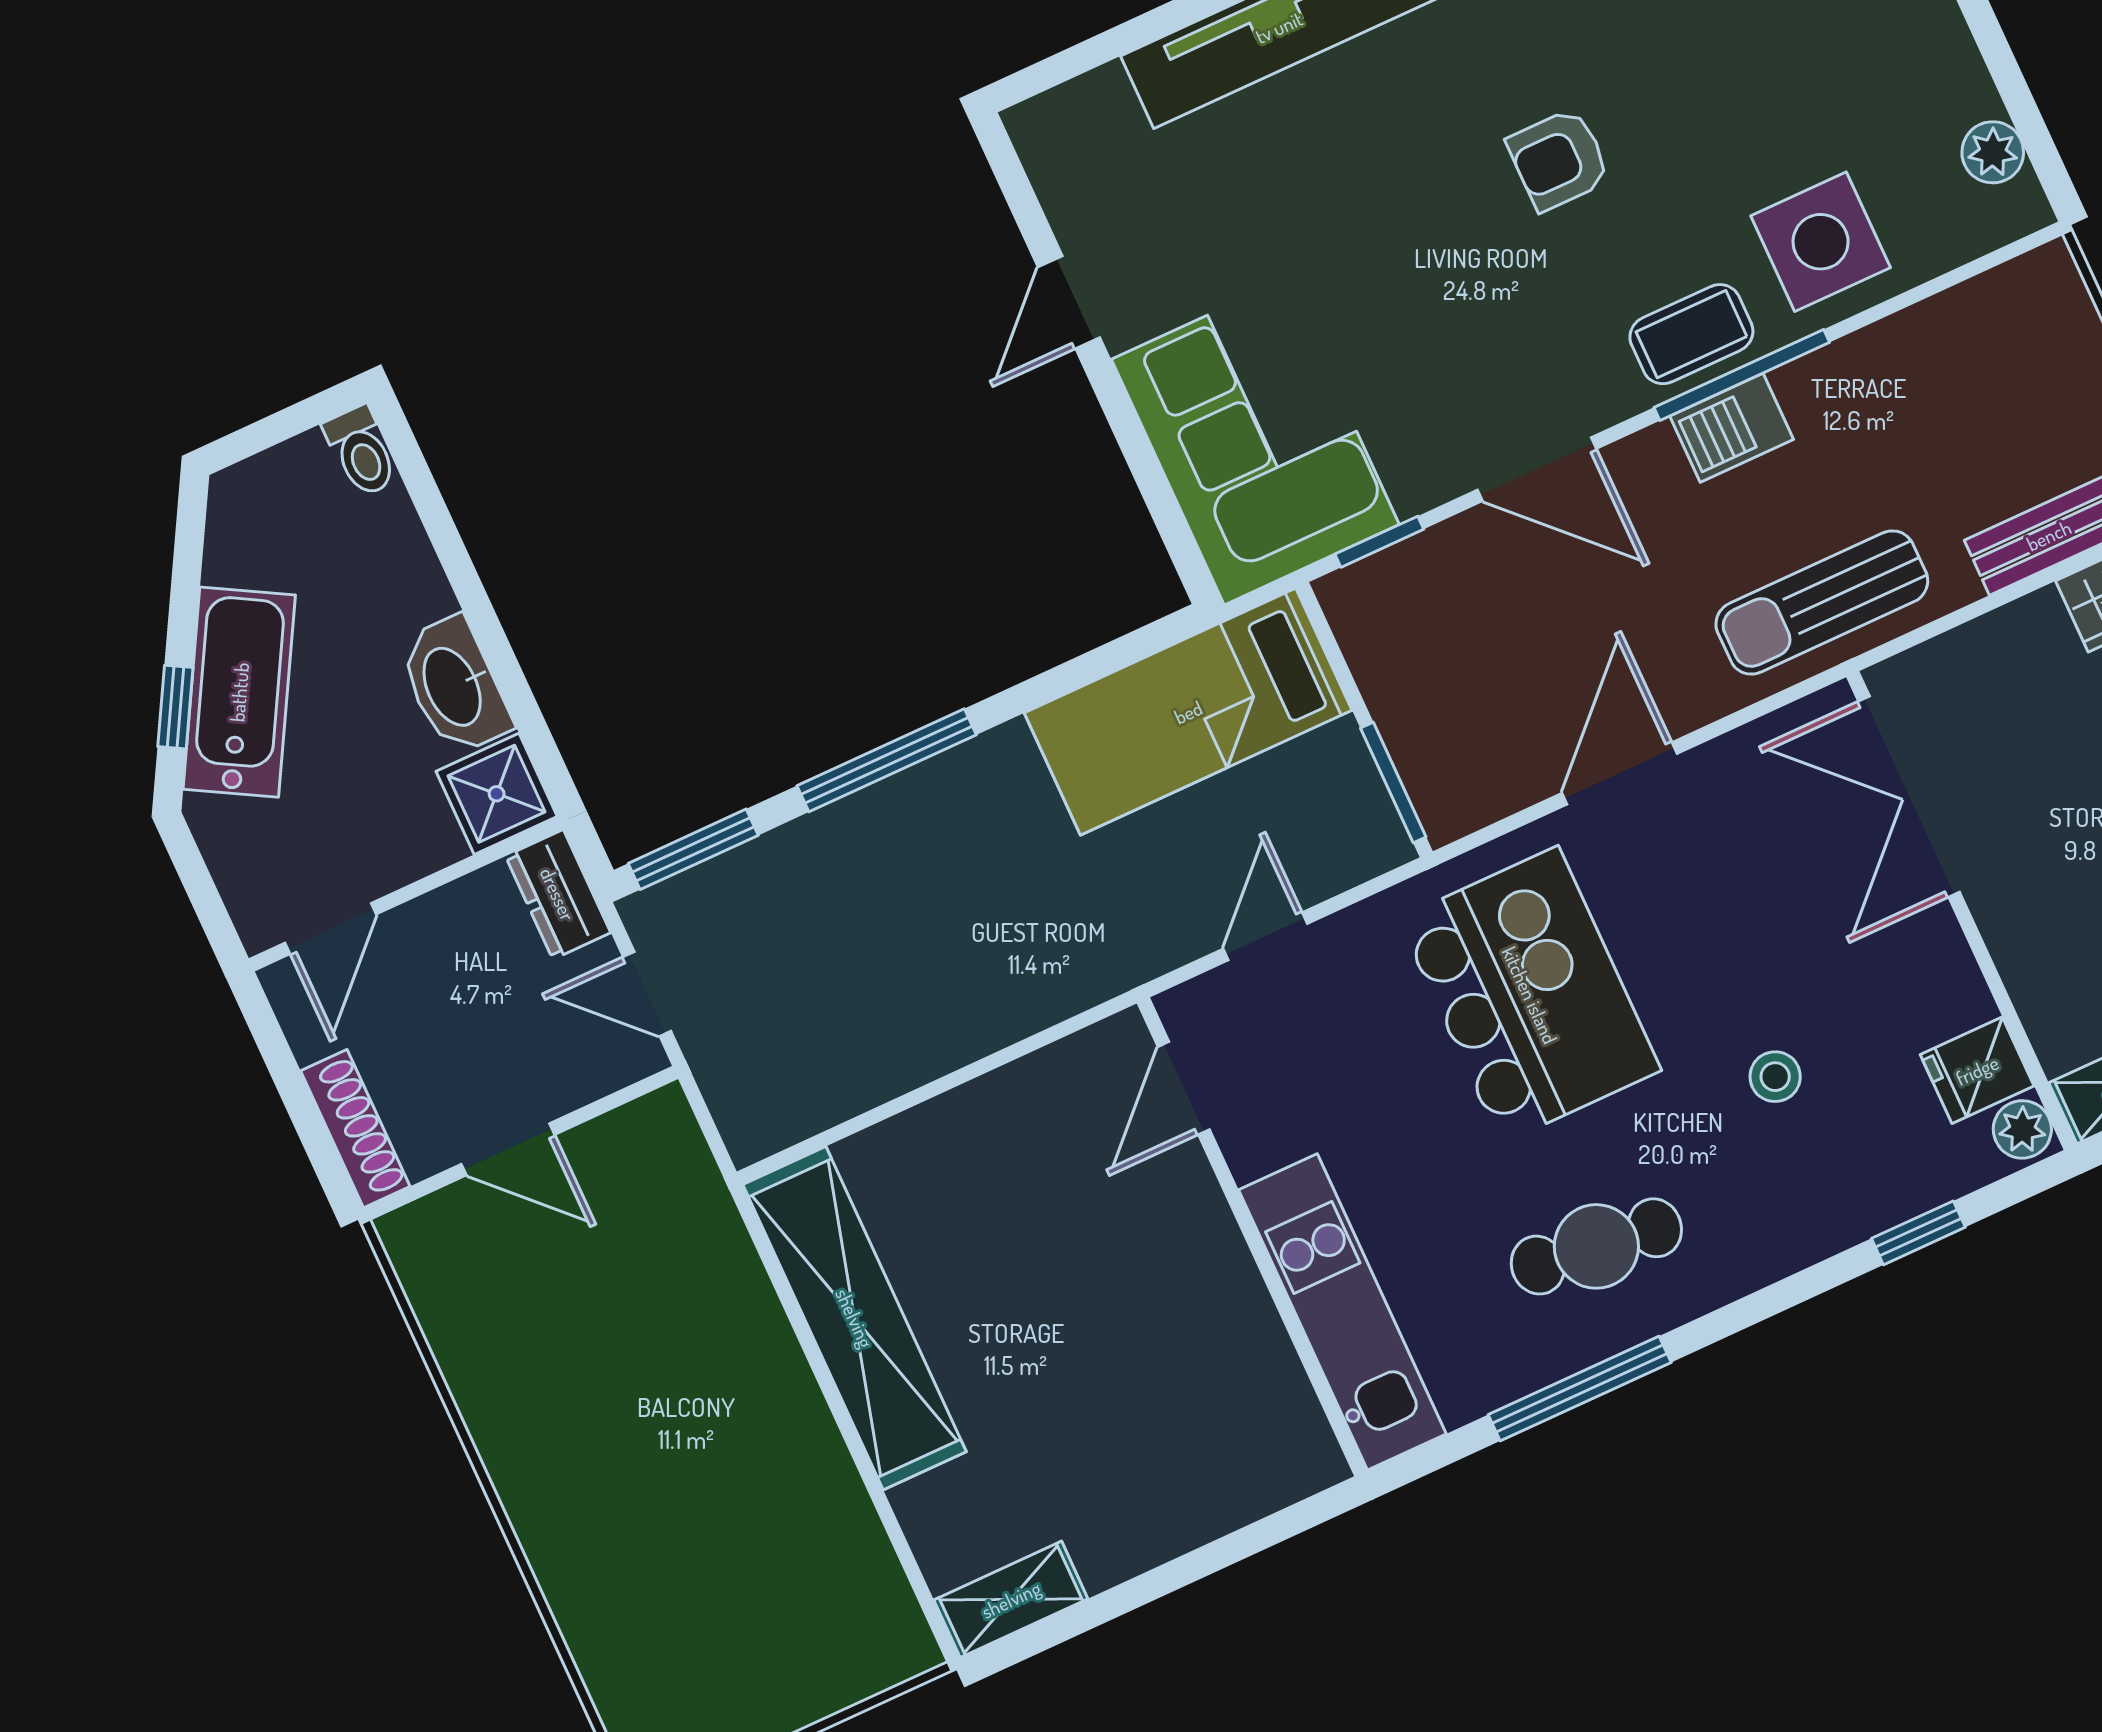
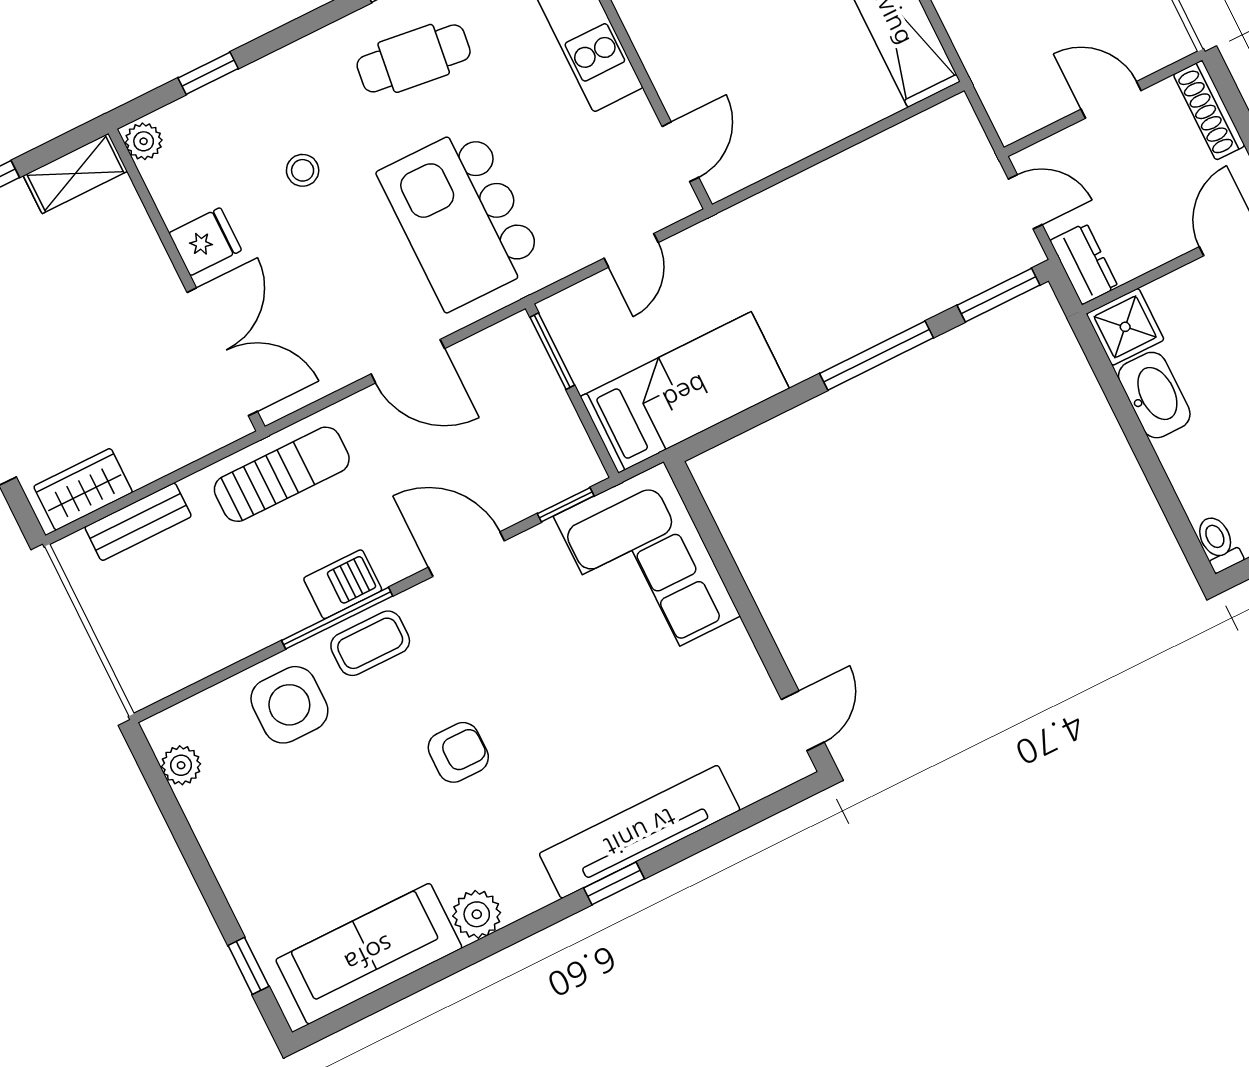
door: (1069, 302) -> (803, 721), moved
door: (1620, 773) -> (408, 361), hinge flipped
fridge: (1977, 1070) -> (205, 242), moved

